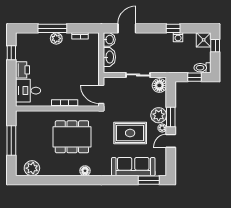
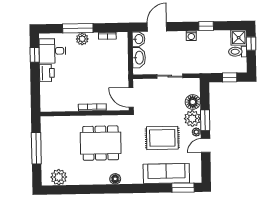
washing machine: (178, 37) -> (191, 36), moved
toilet: (202, 68) -> (238, 52), moved
floor lamp: (159, 85) -> (193, 102), moved
desk: (28, 91) -> (52, 51), moved

